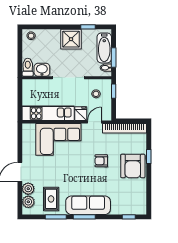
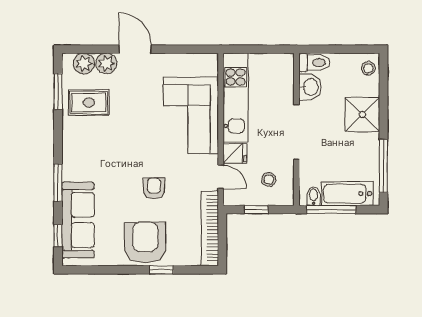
window: (88, 27) -> (383, 166), width x2.17
shower: (71, 39) -> (362, 115), moved
window: (114, 57) -> (331, 210), width x1.44
window: (114, 91) -> (256, 210), moved
armchair: (133, 166) -> (145, 243), turned 90
sofa: (88, 205) -> (78, 220), moved
window: (56, 217) -> (58, 92), moved
window: (84, 217) -> (58, 183), moved

